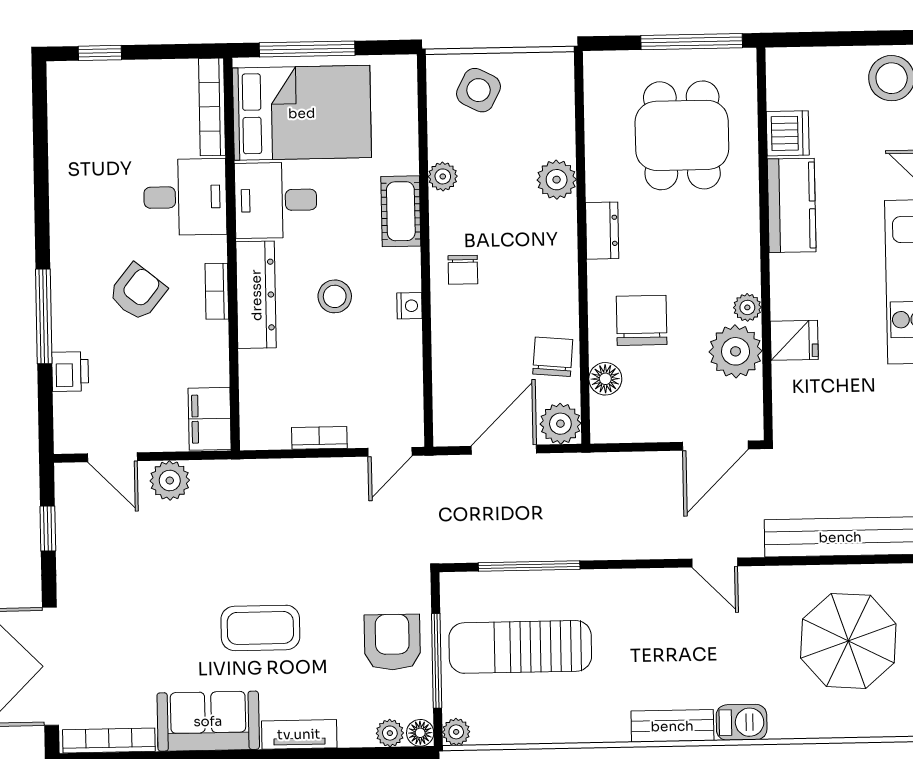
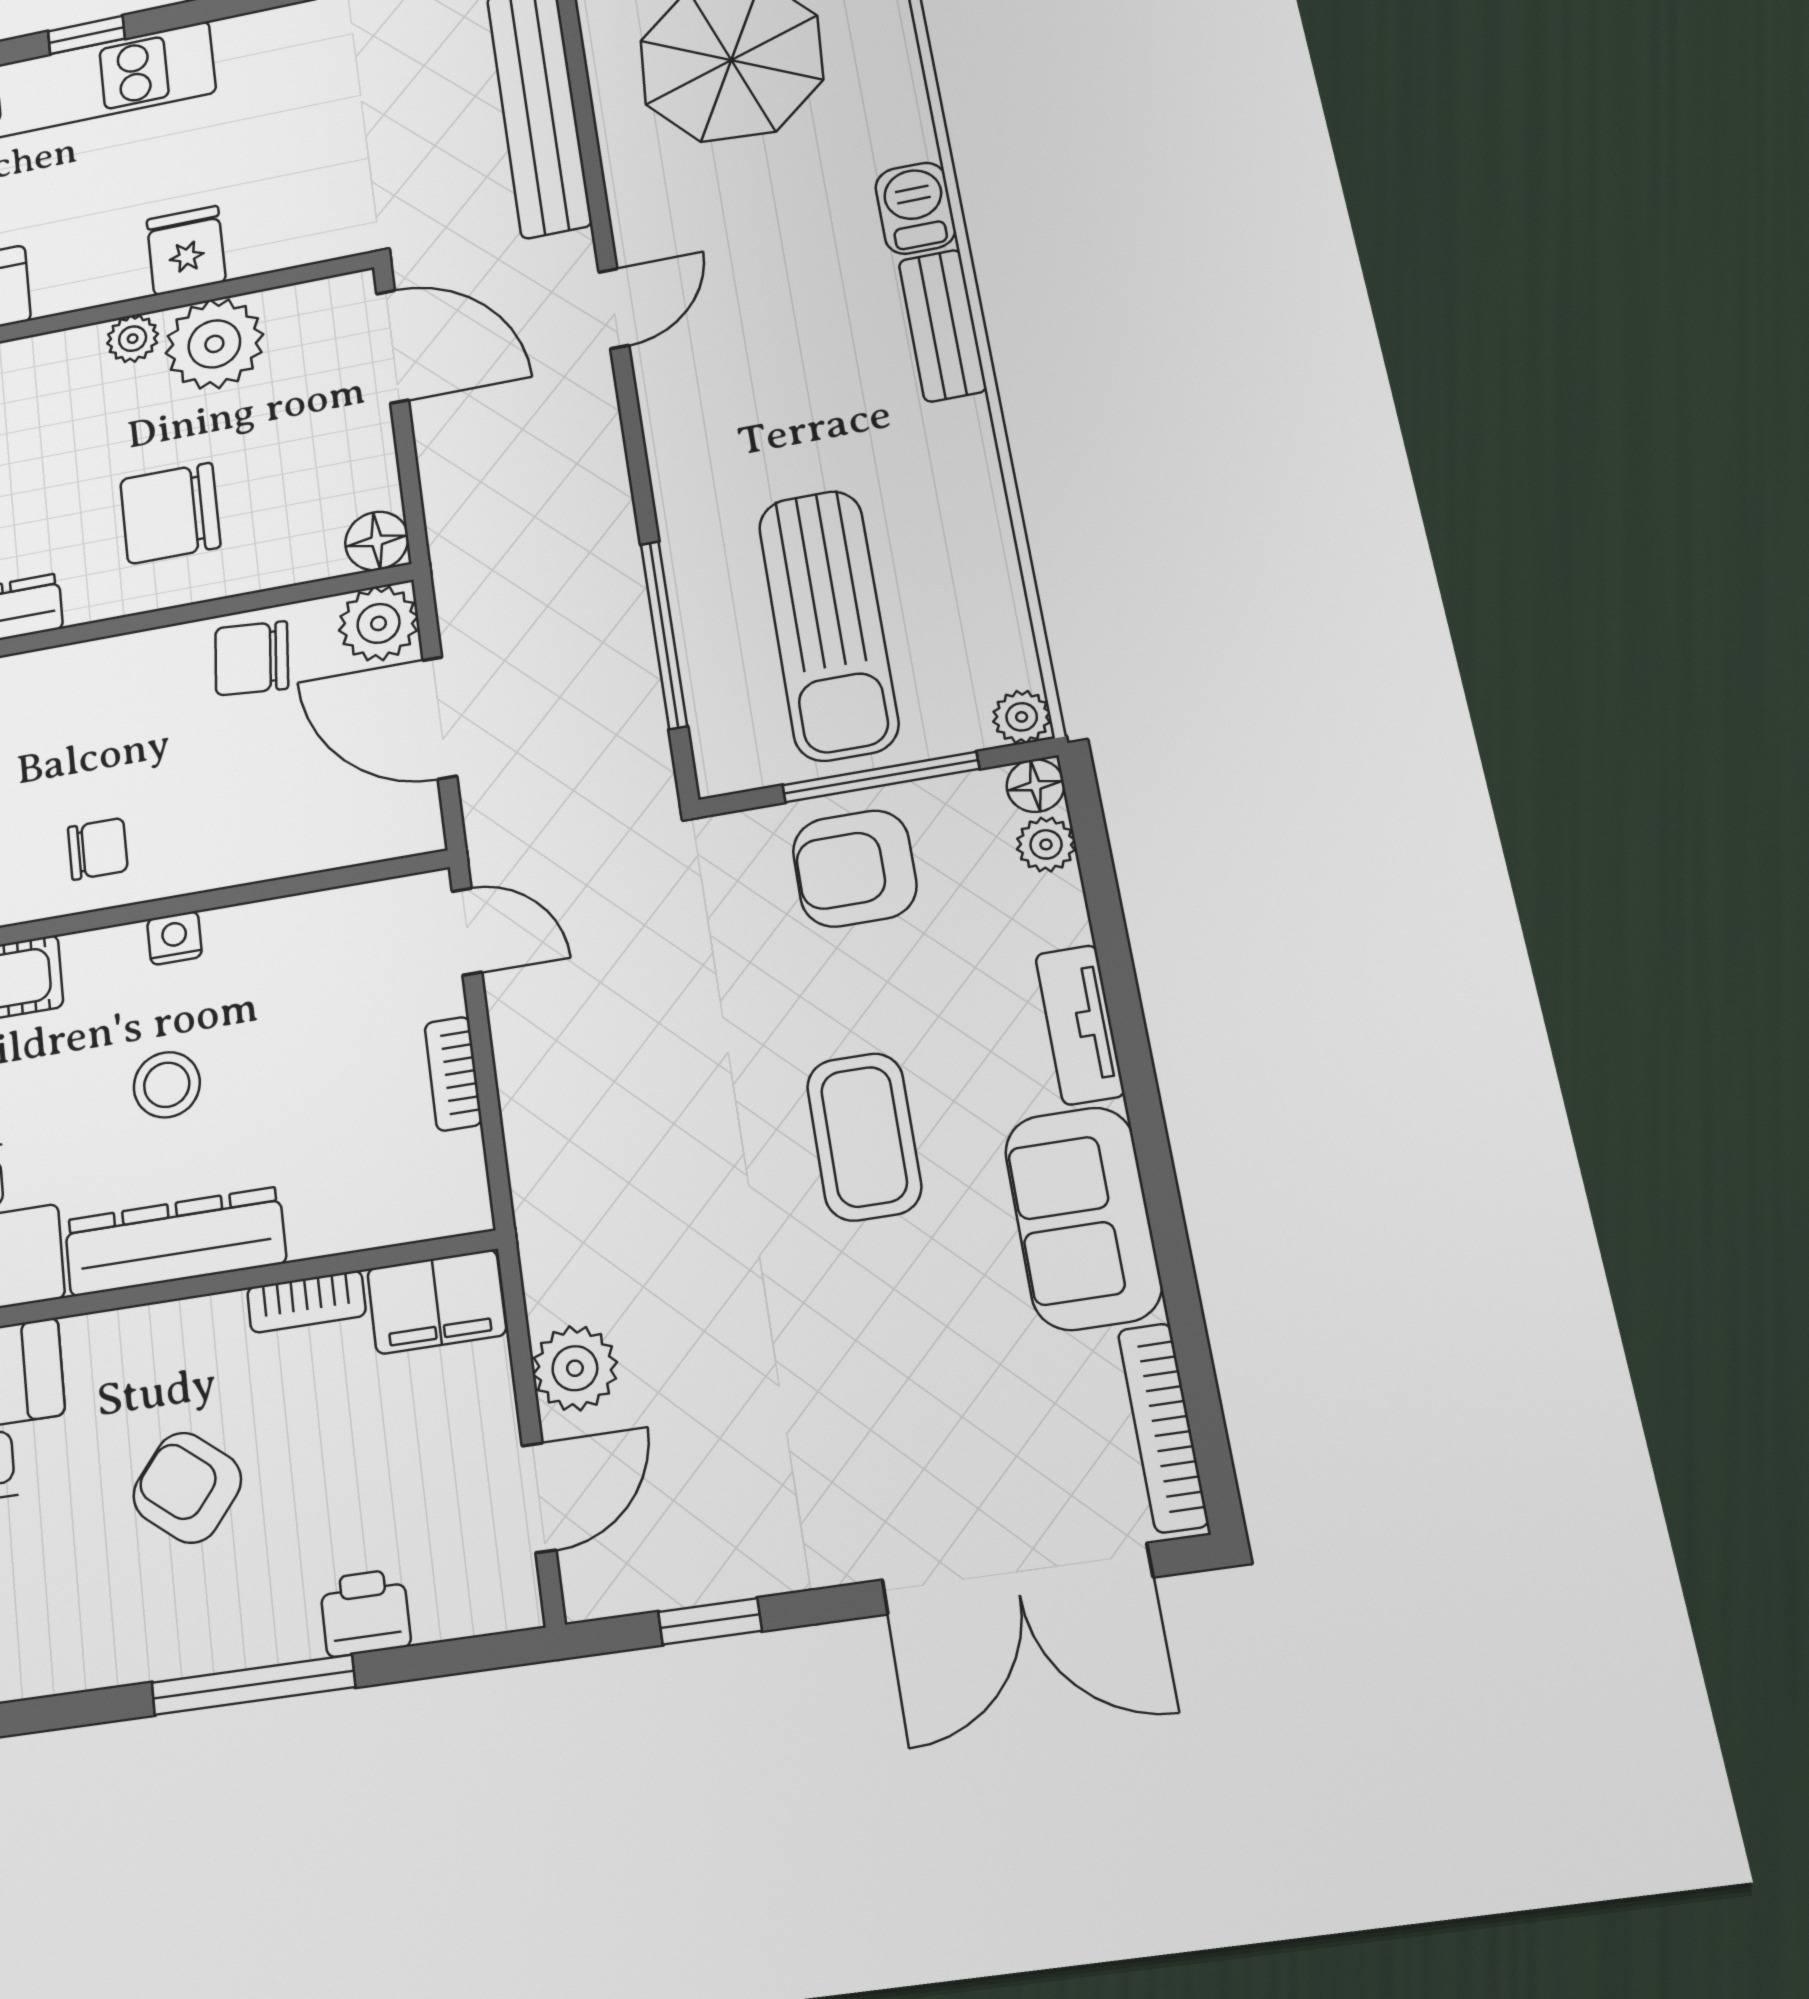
bookcase: (217, 291) -> (306, 1302), moved
floor lamp: (605, 379) -> (377, 541), moved

